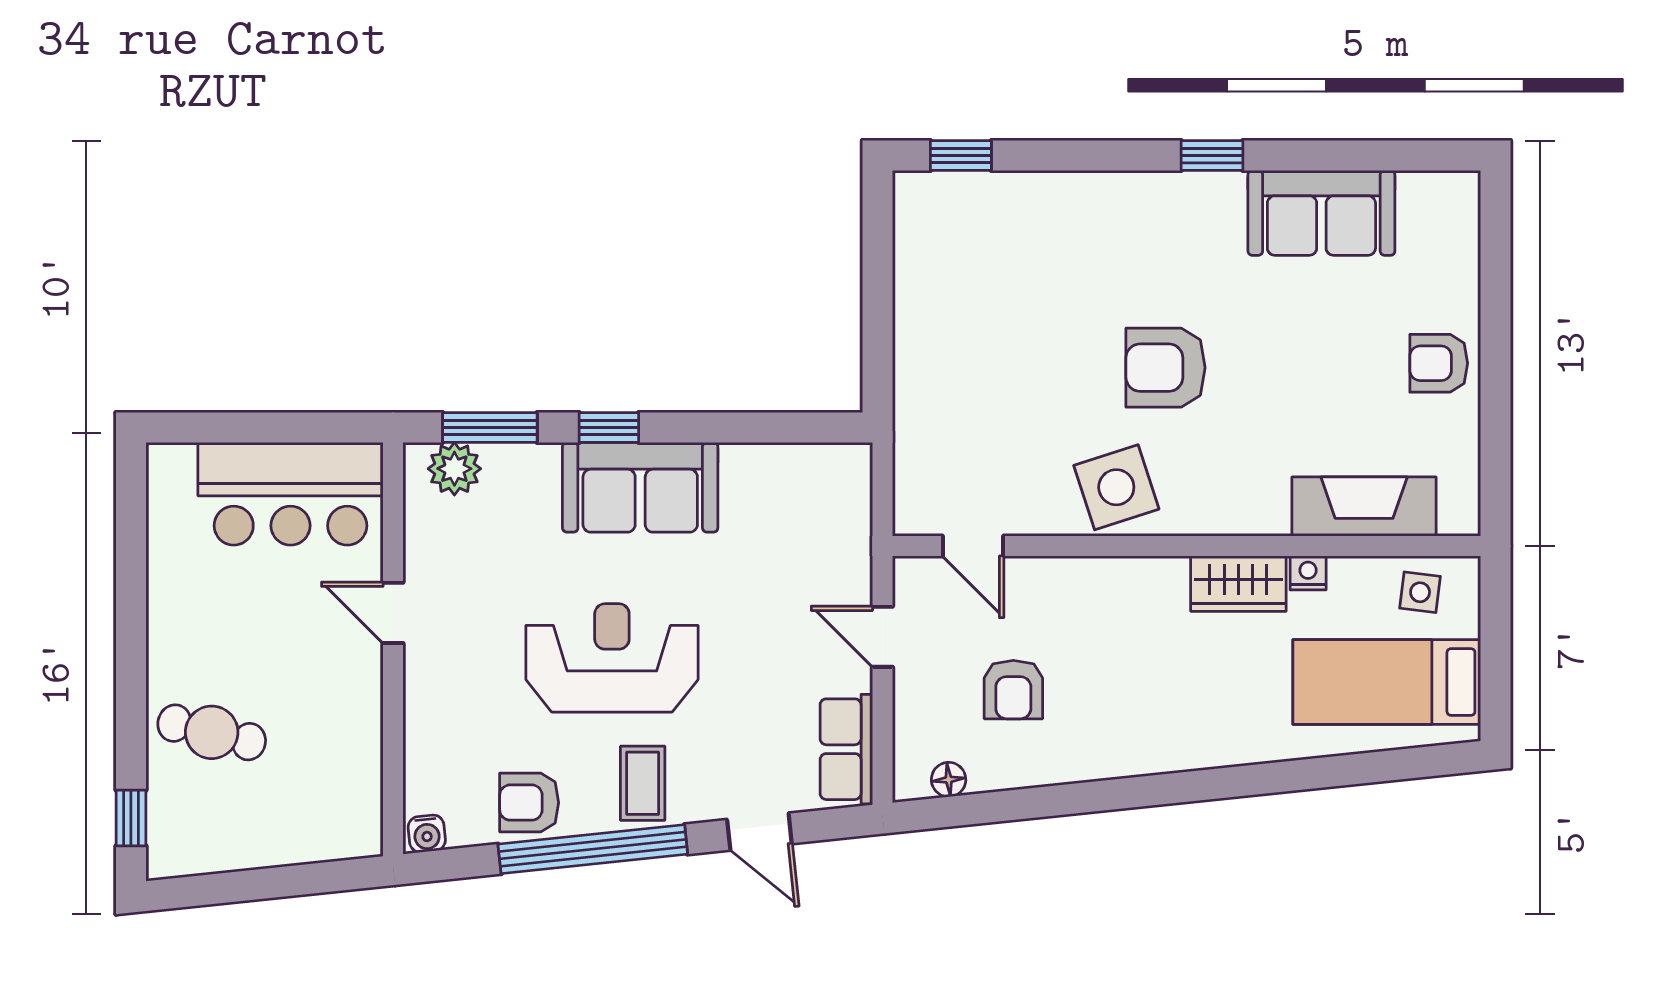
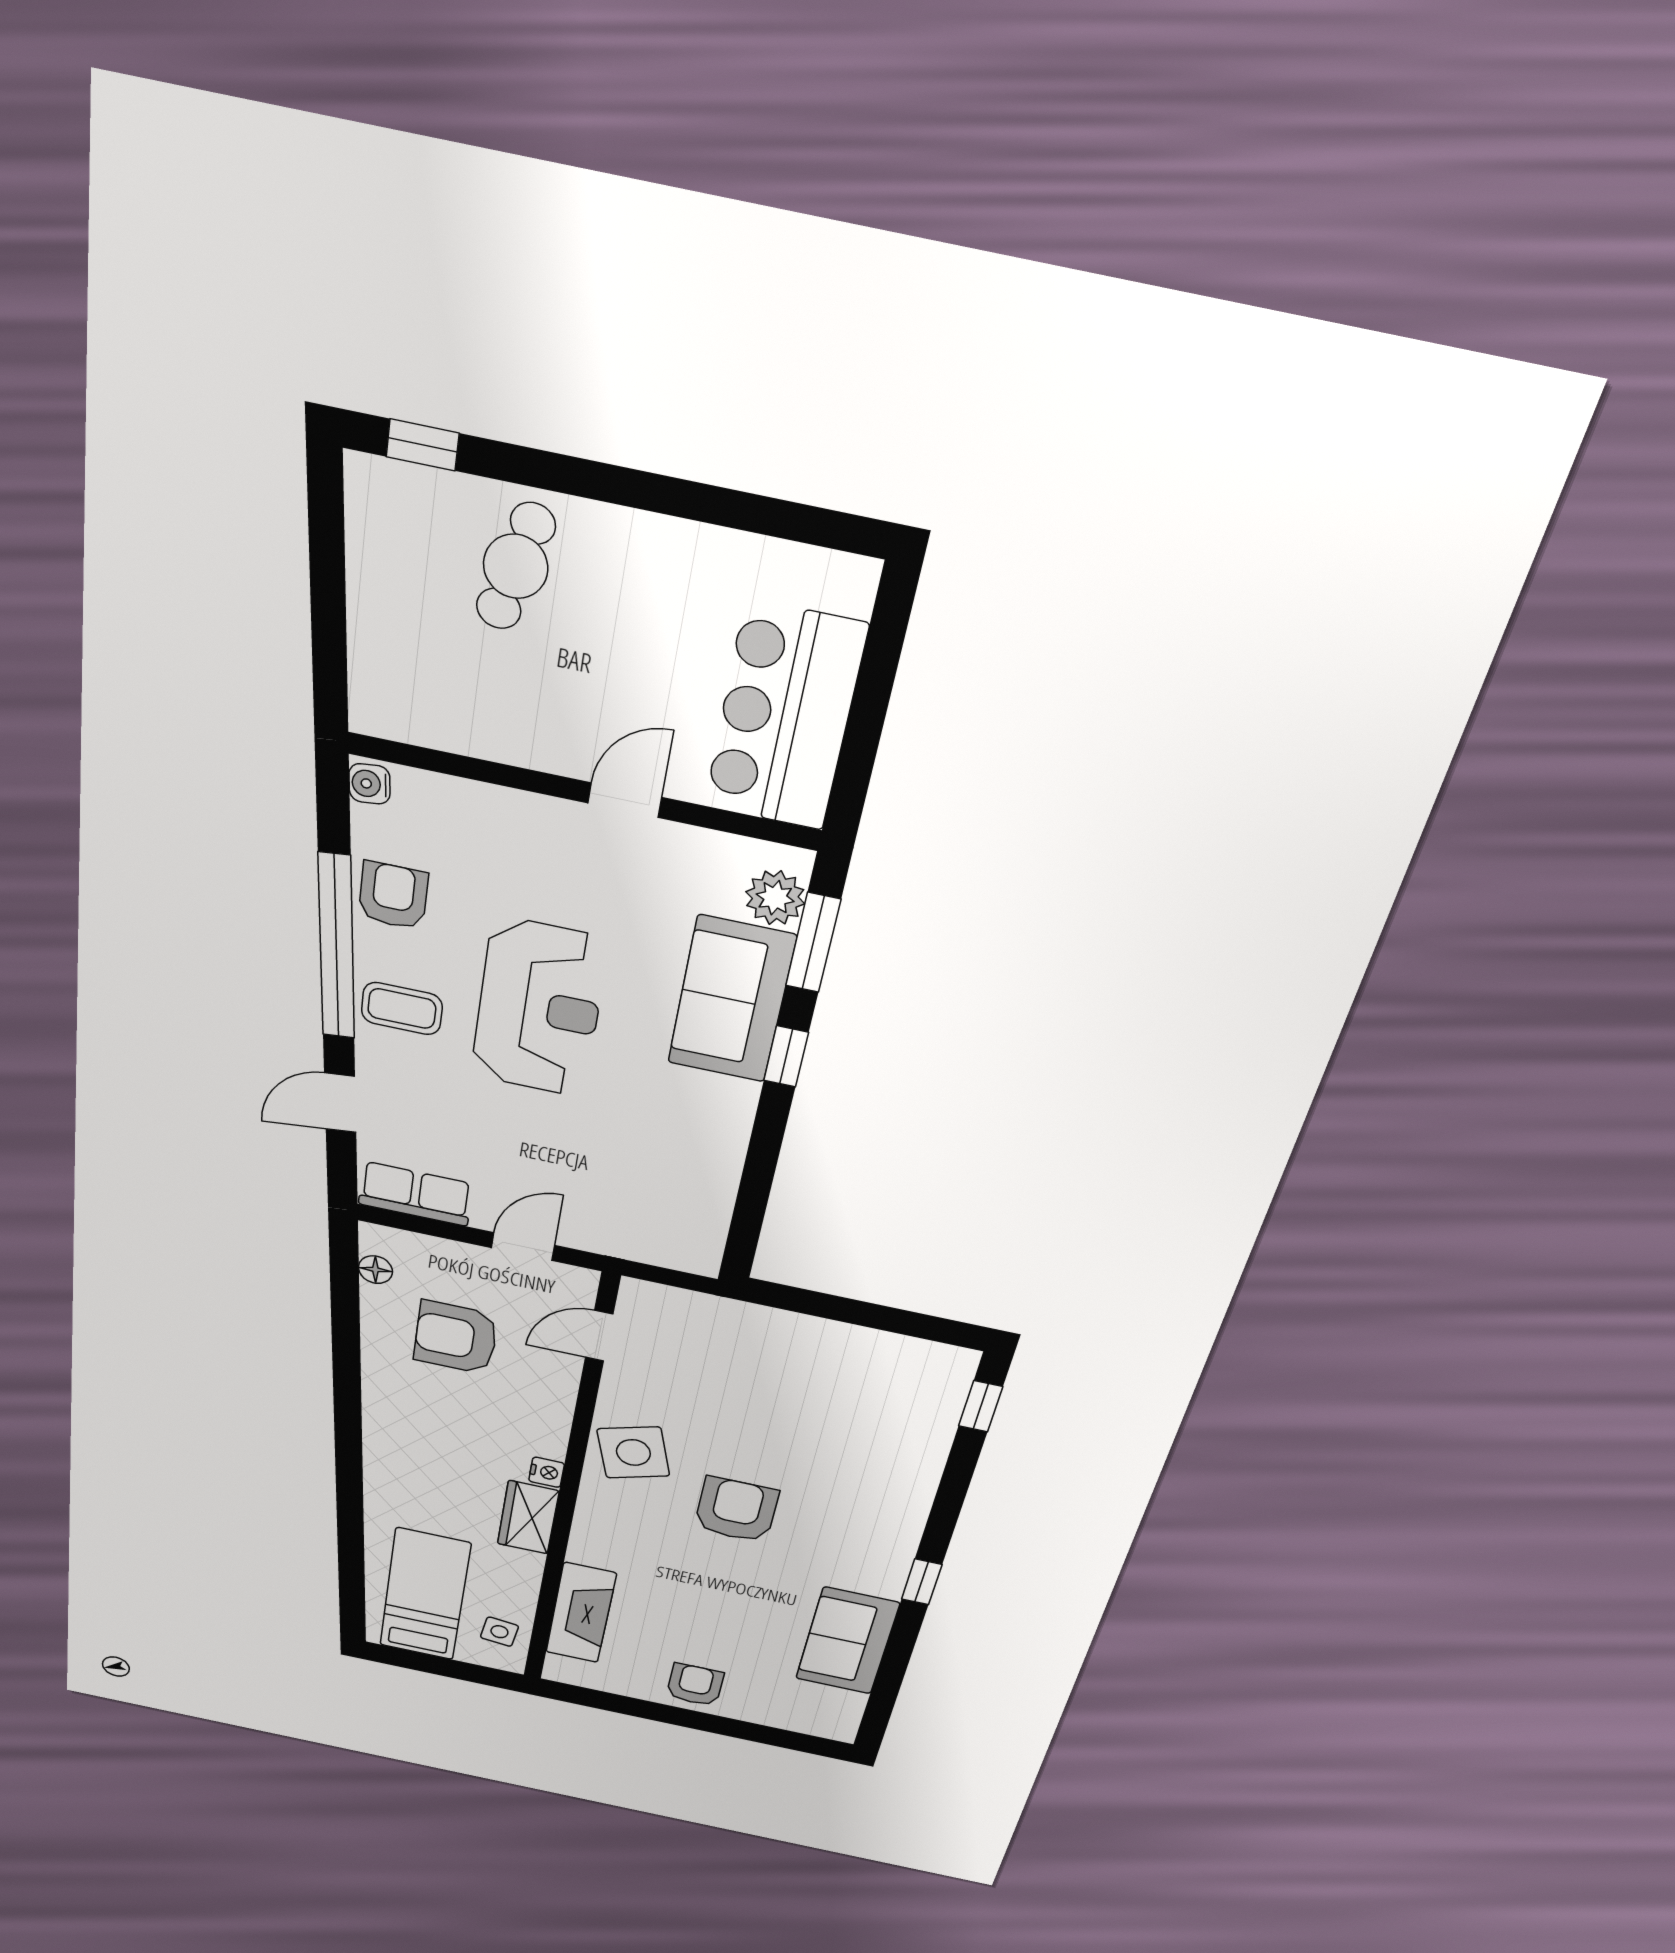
sofa: (640, 487) -> (731, 1000), moved
nightstand: (1308, 573) -> (547, 1472), moved
armchair: (1013, 690) -> (456, 1337), width x1.38, depth x1.38

